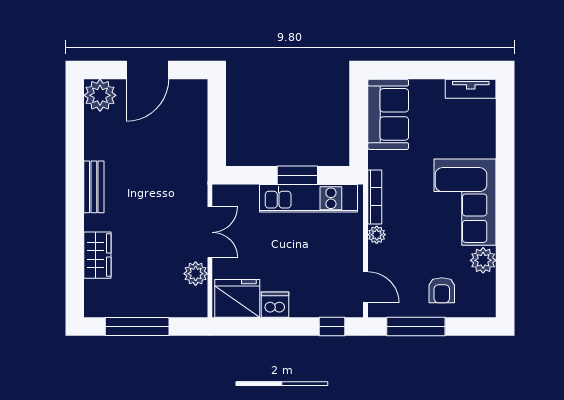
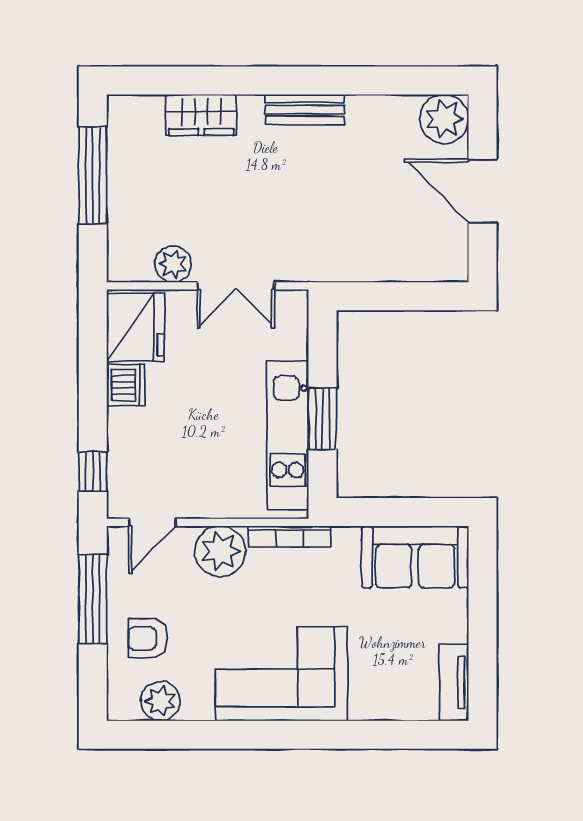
plant: (377, 235) -> (220, 551), width x1.88, depth x1.88
plant: (483, 260) -> (160, 701), moved

